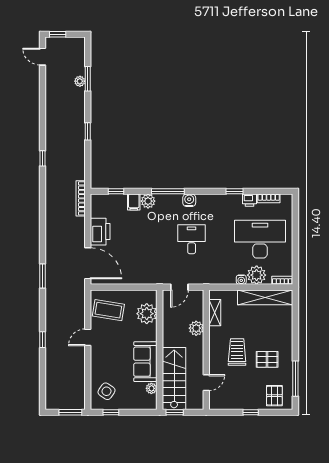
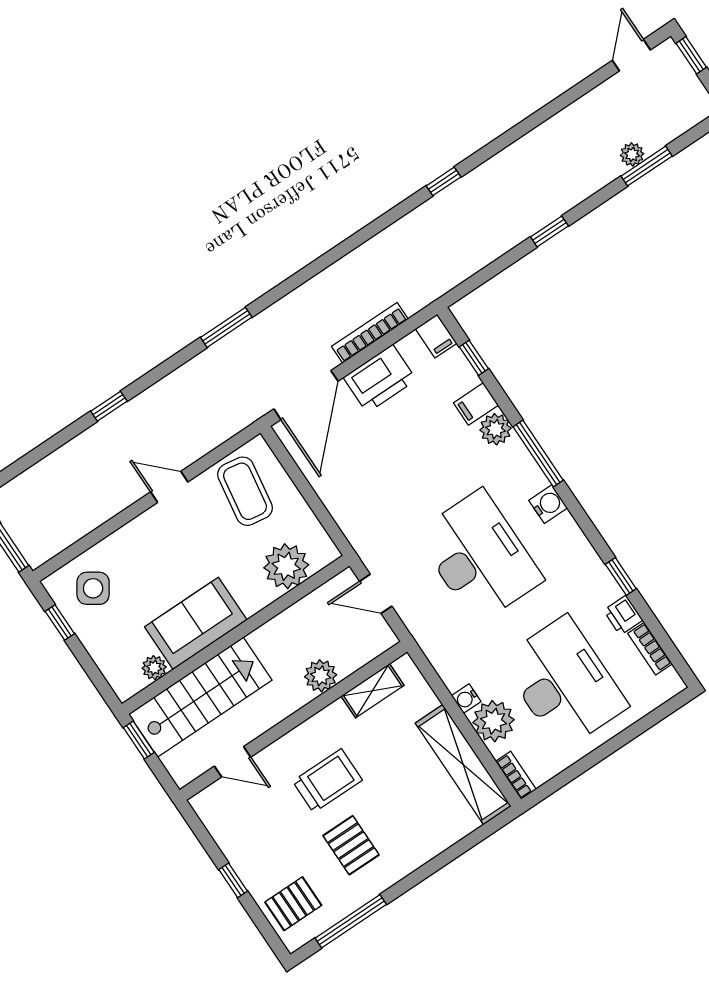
bookcase: (81, 198) -> (370, 333), moved
filing cabinet: (98, 200) -> (436, 336), added
desk: (192, 239) -> (479, 557), width x1.87, depth x1.30

